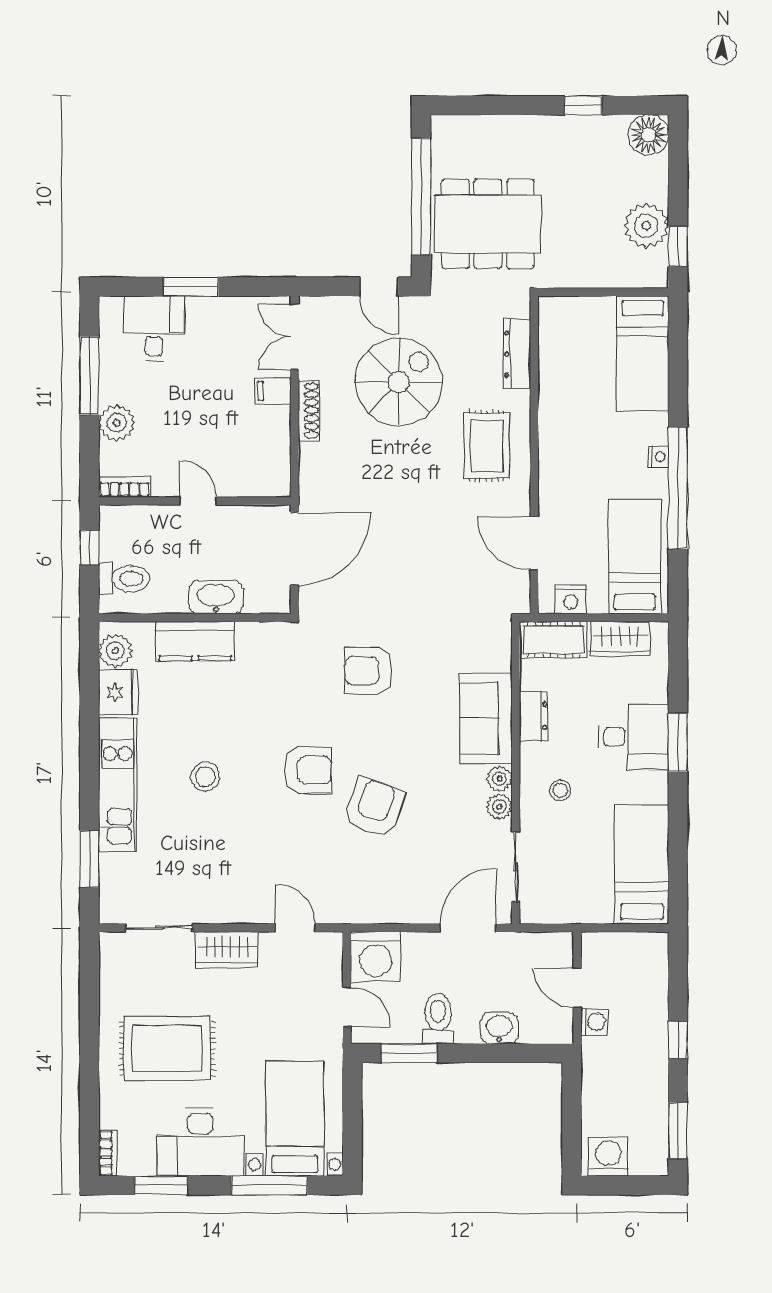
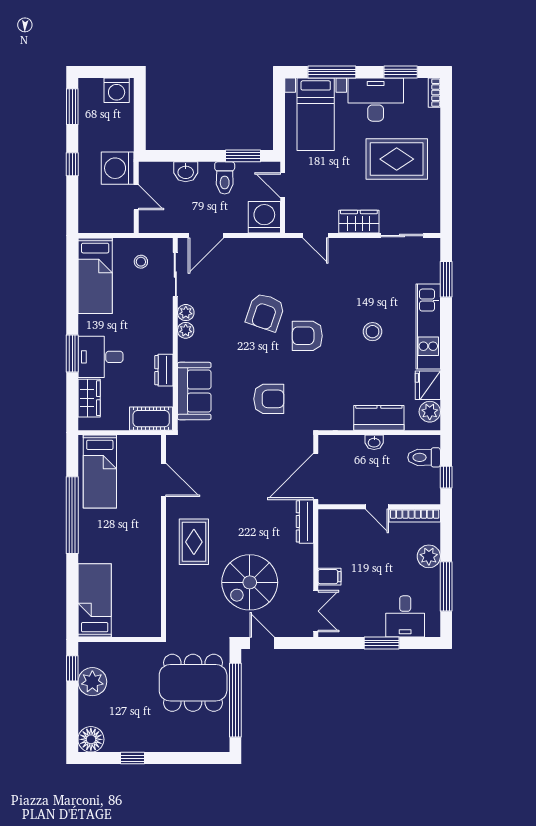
dresser: (517, 354) -> (305, 521), moved, turned 180
shoe rack: (309, 410) -> (307, 564), removed
nightstand: (658, 457) -> (85, 535), removed
bookcase: (124, 487) -> (415, 516), width x1.56
washbasin: (216, 597) -> (374, 442), width x0.52, depth x0.69
nightstand: (571, 600) -> (140, 444), removed
wardrobe: (620, 639) -> (89, 398), moved, turned 90
sofa: (486, 718) -> (194, 391), moved
stool: (560, 790) -> (141, 262), moved
washing machine: (594, 1022) -> (118, 168), width x1.89, depth x1.89

